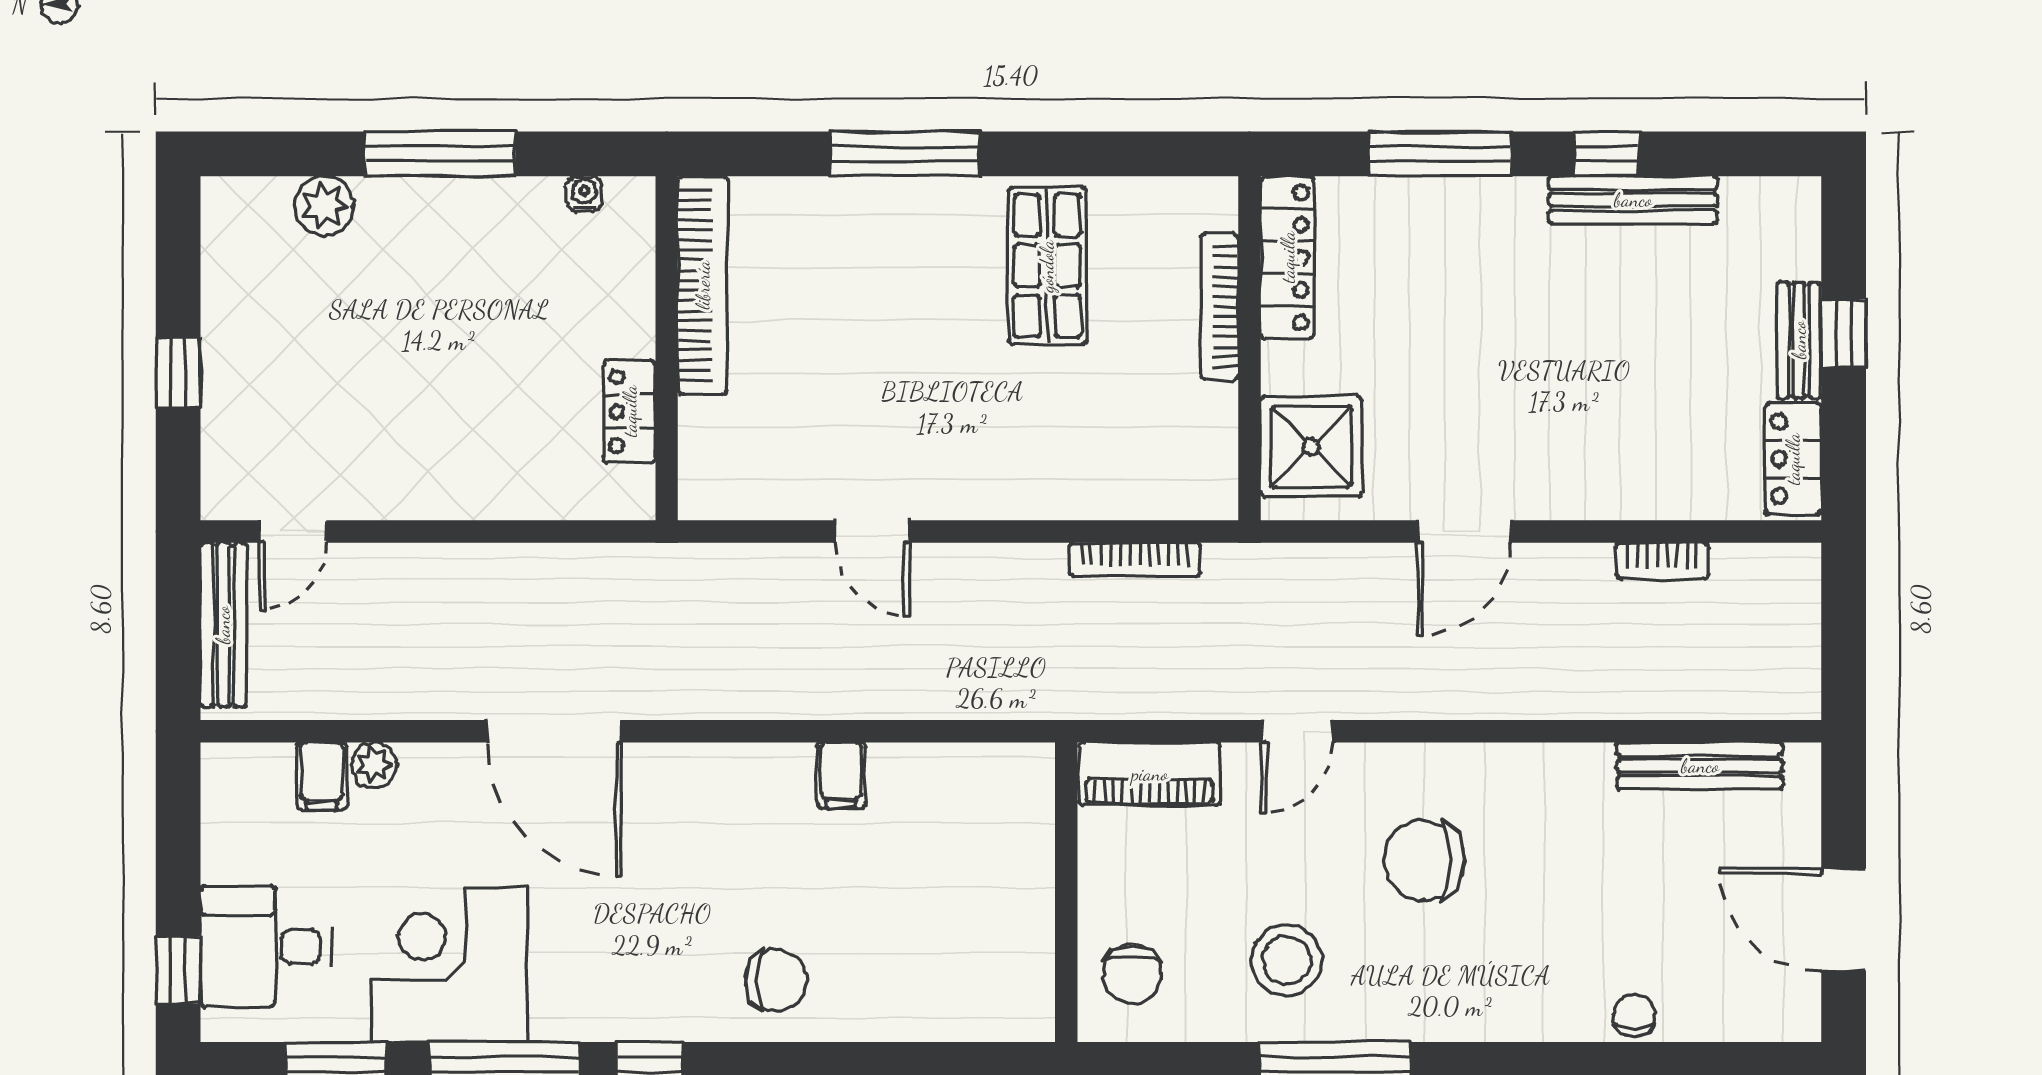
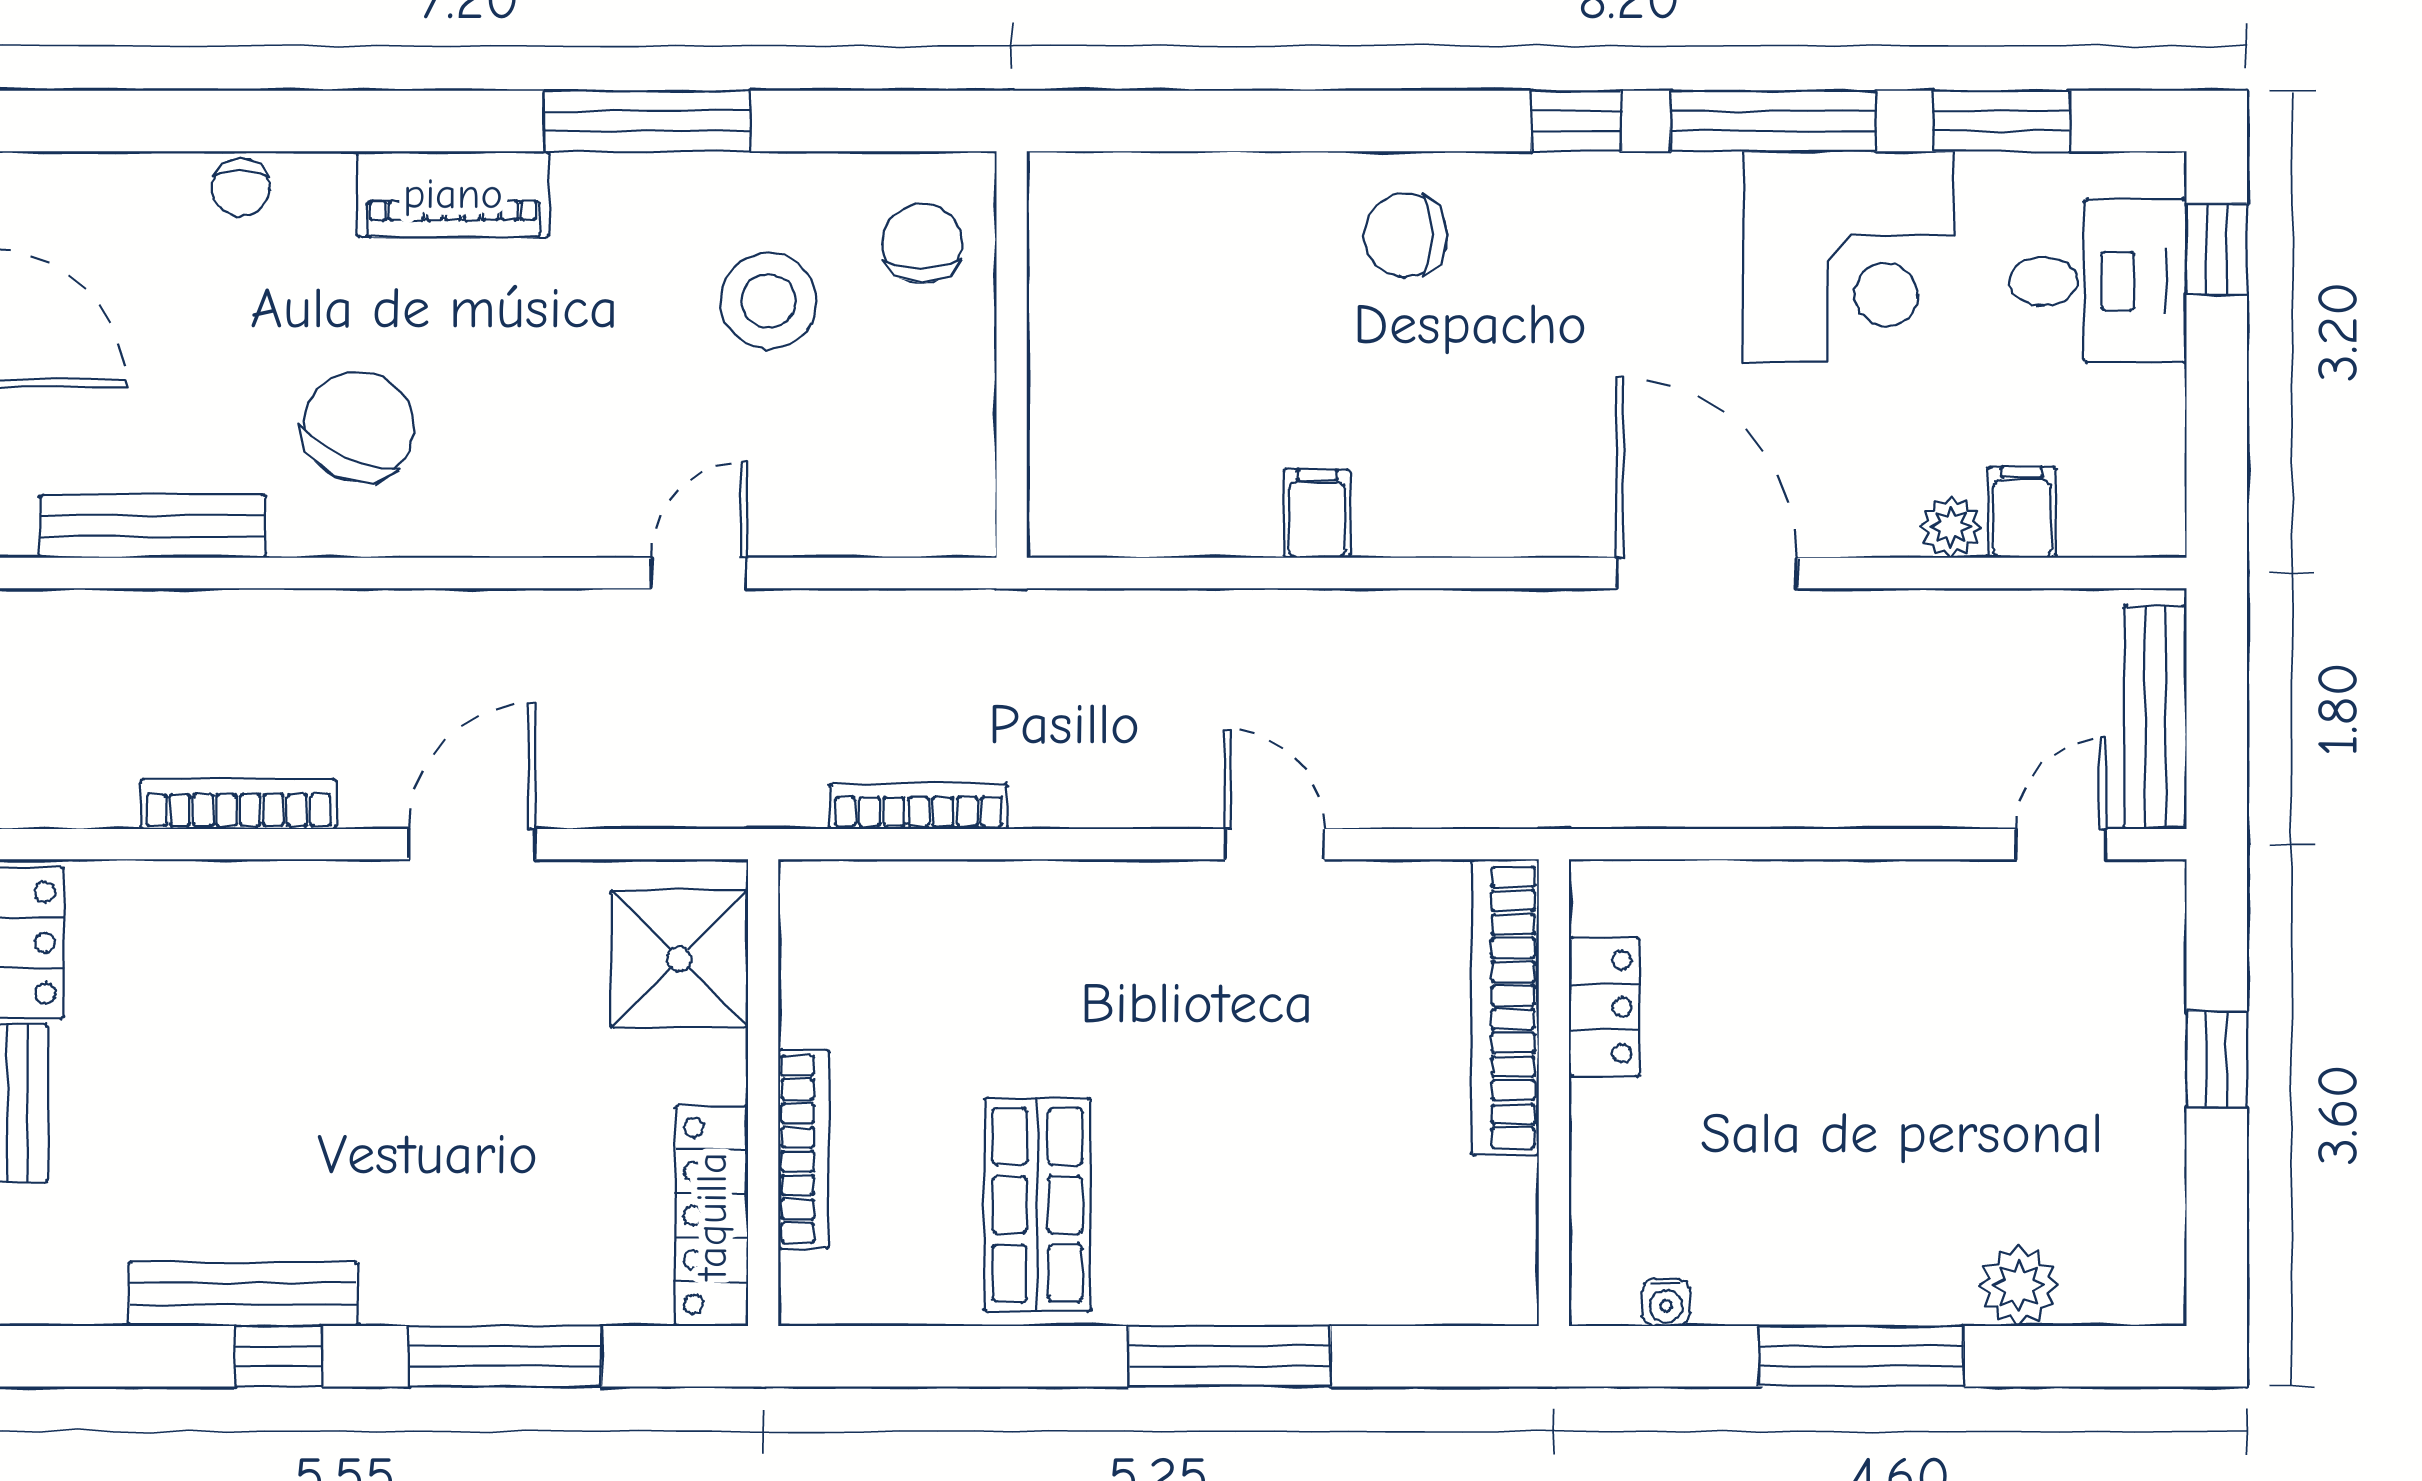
bookcase: (703, 285) -> (1505, 1007), moved
bookcase: (1662, 561) -> (238, 804), width x1.56
piano: (1150, 774) -> (453, 194), moved, turned 180
chair: (1425, 861) -> (359, 427), moved, turned -65
stool: (1287, 960) -> (768, 301), moved

